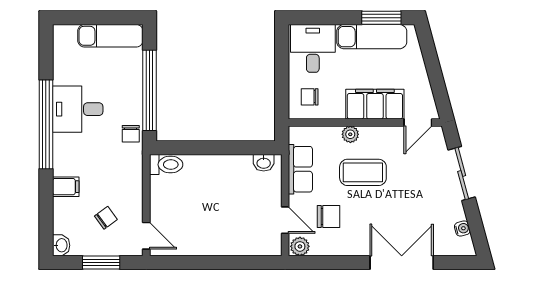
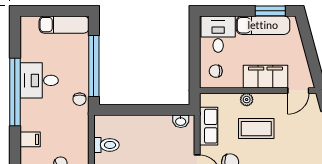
toilet: (166, 165) -> (106, 145), moved

